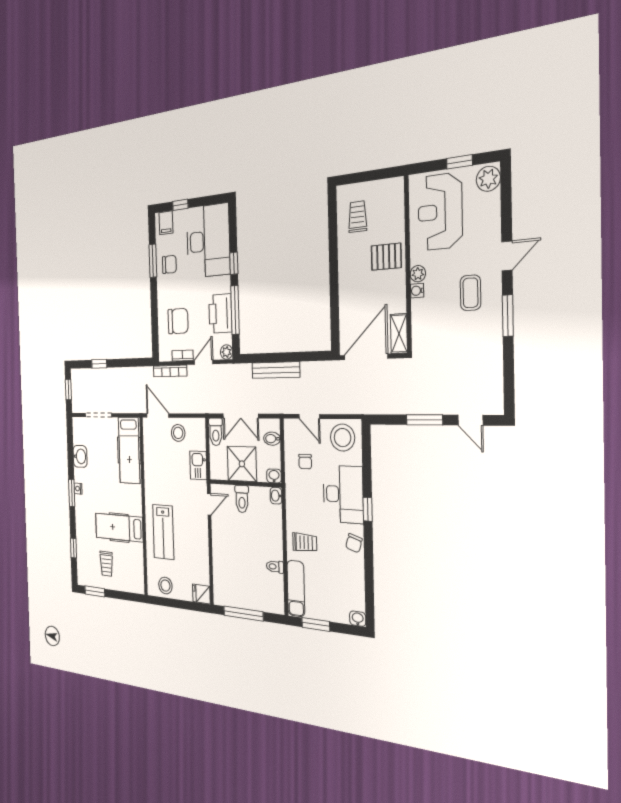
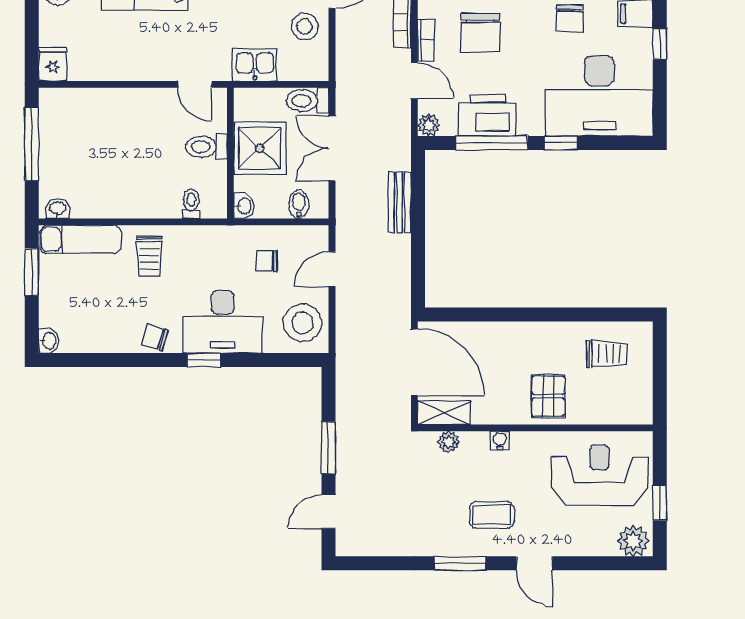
plant: (418, 274) -> (449, 442), moved
bench: (276, 370) -> (400, 203), width x0.73
washbasin: (276, 496) -> (58, 209), moved
toilet: (275, 567) -> (191, 204), moved

